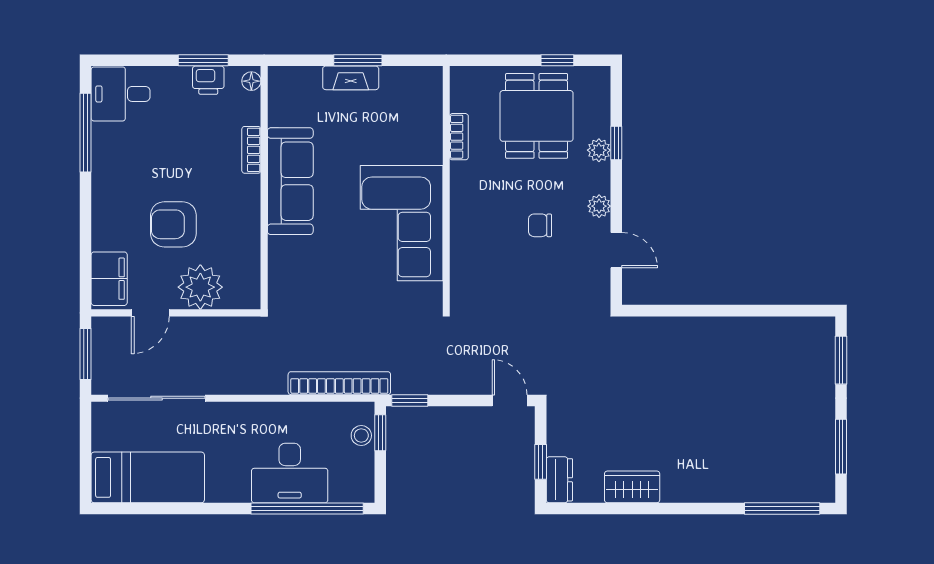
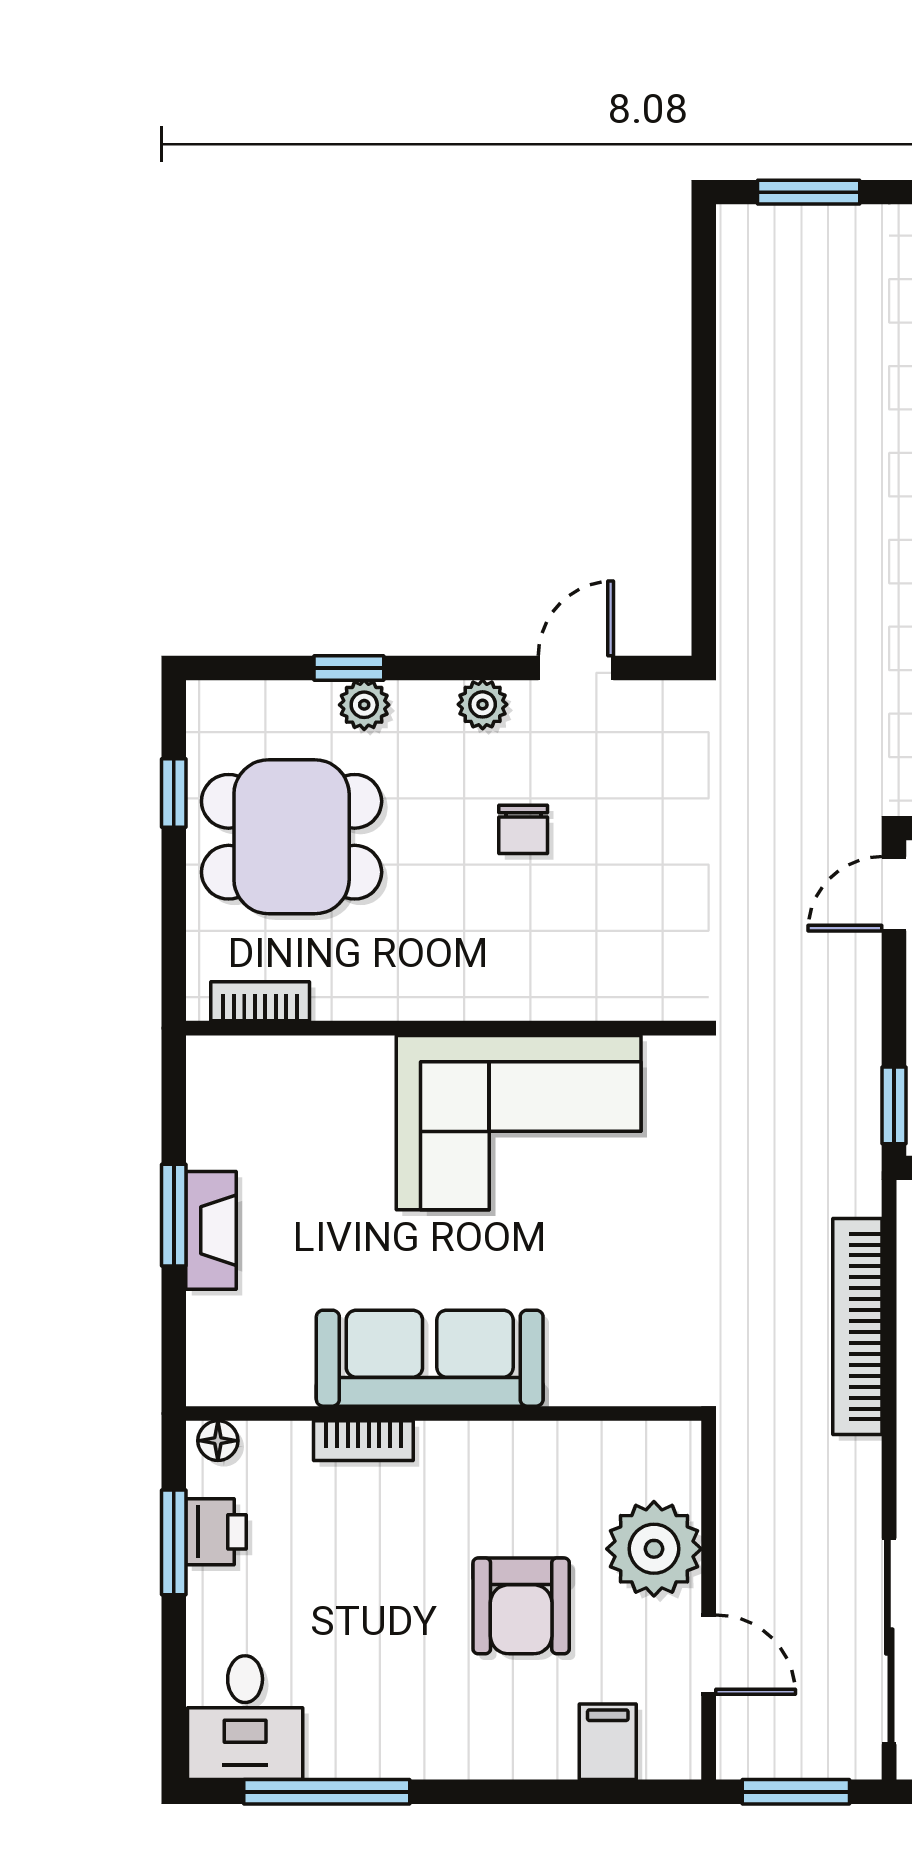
bookcase: (459, 137) -> (260, 1001), moved
filing cabinet: (109, 279) -> (608, 1742), width x0.50
bookcase: (339, 383) -> (857, 1327), moved

